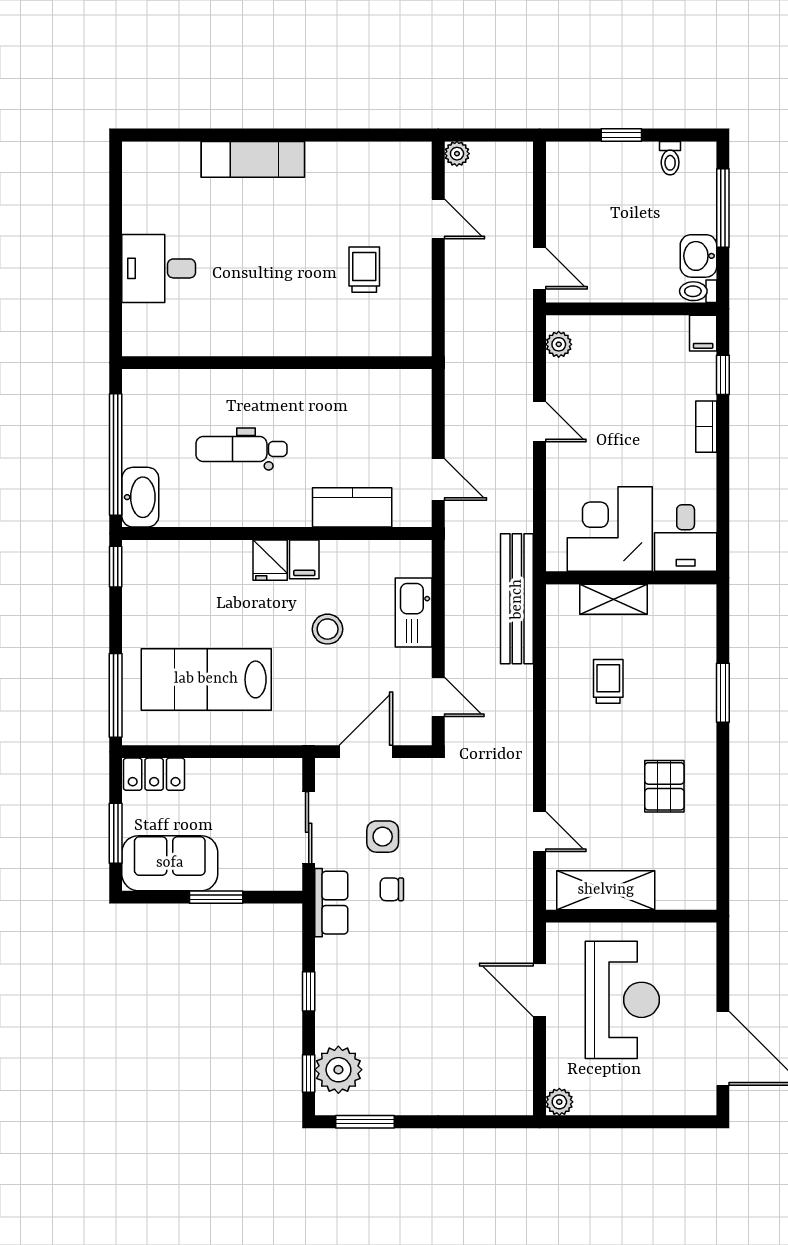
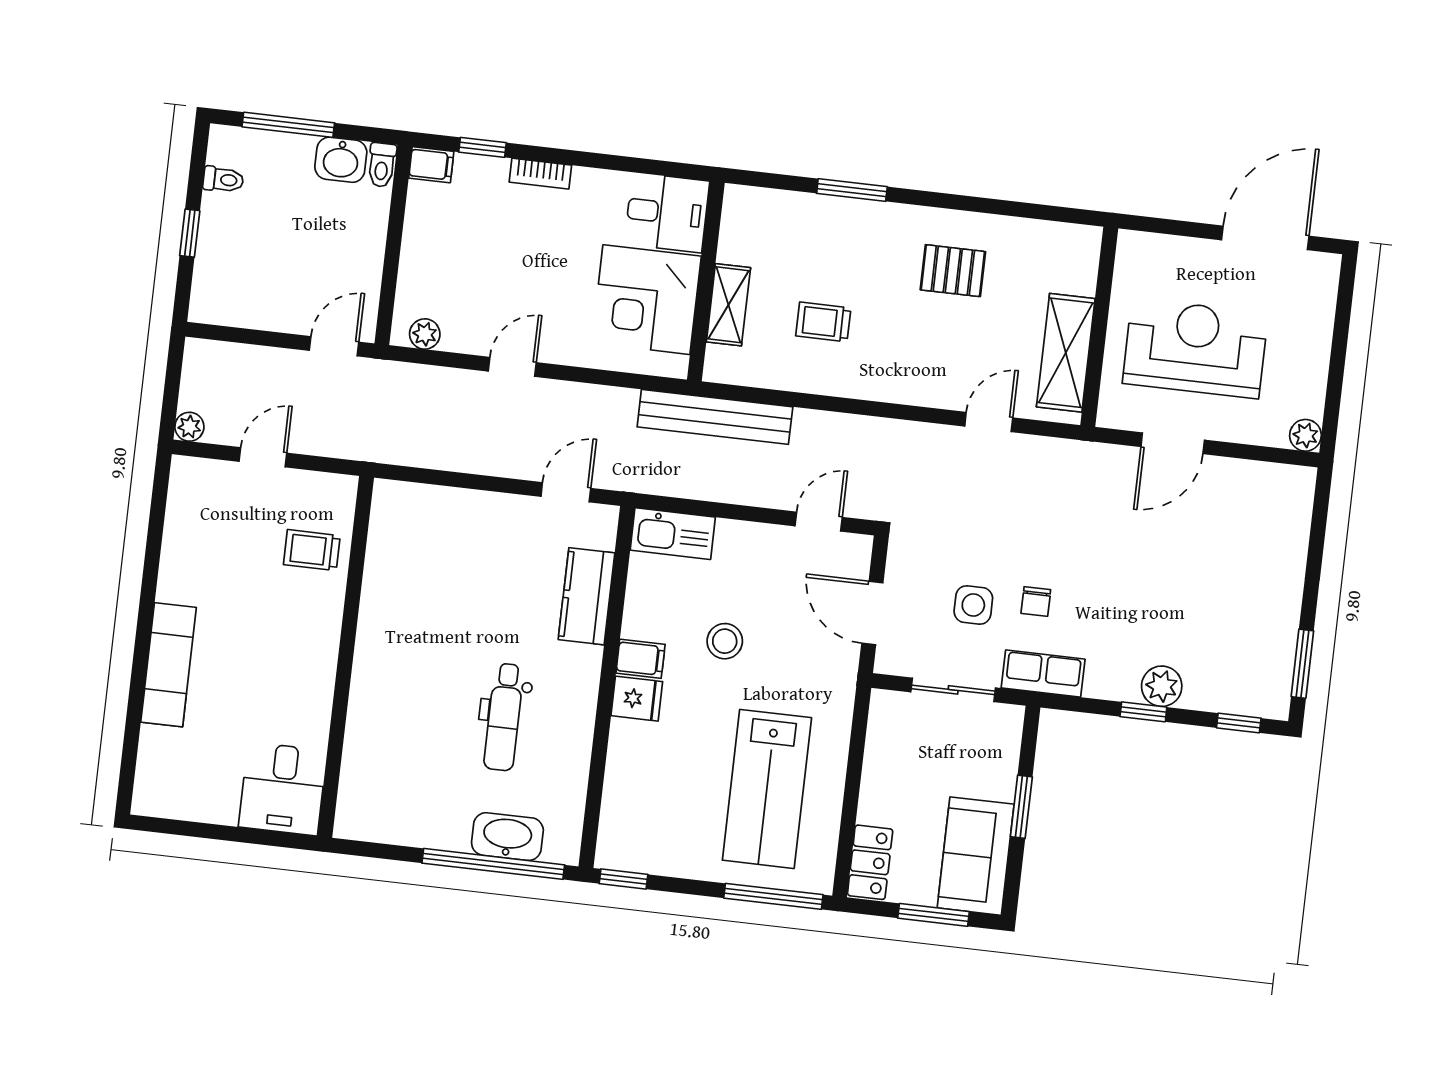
wall: (277, 363) -> (346, 657), moved
washbasin: (140, 497) -> (507, 837), moved
kitchen sink: (414, 612) -> (673, 534), moved
plant: (338, 1070) -> (1162, 686), moved, width x0.73, depth x0.73

